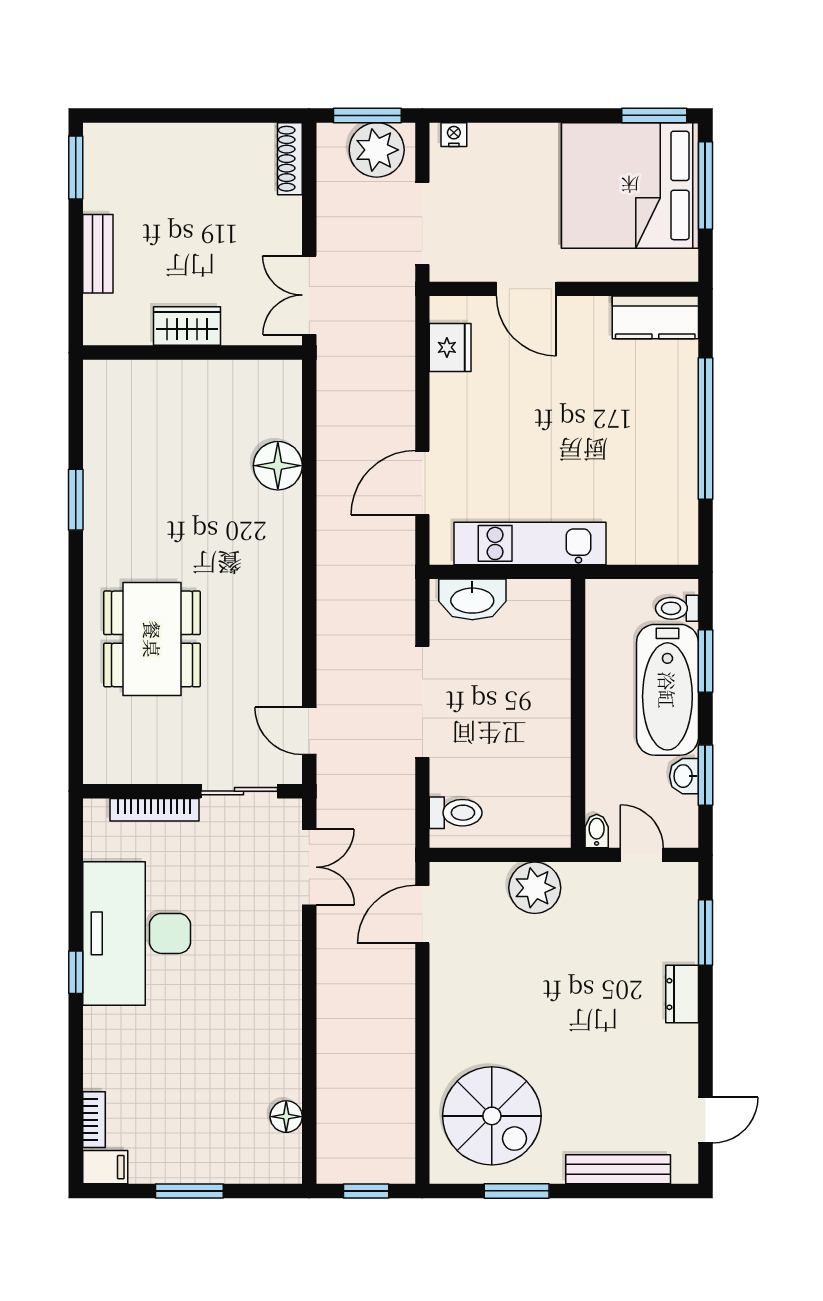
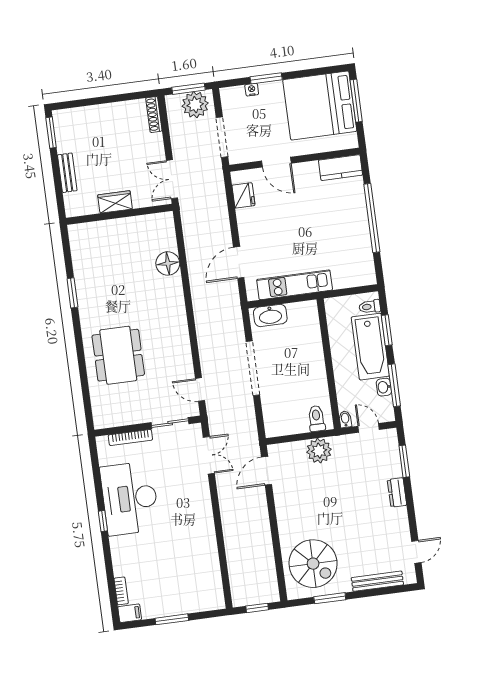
window: (654, 115) -> (266, 78), moved
nightstand: (454, 135) -> (252, 90), moved
window: (705, 775) -> (394, 385), width x1.44
toilet: (456, 813) -> (316, 419), moved, turned -90
floor lamp: (286, 1117) -> (214, 577), removed

